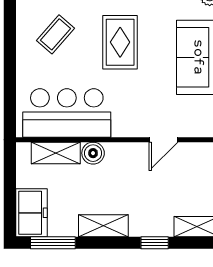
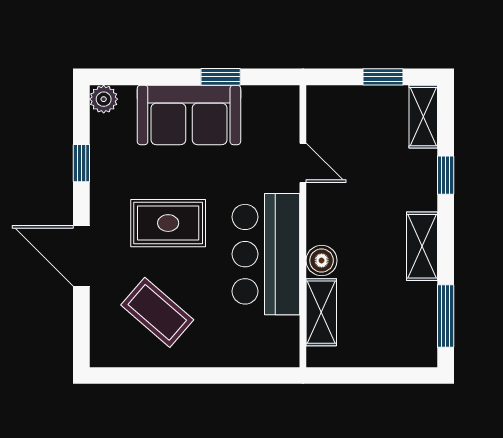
coffee table: (56, 34) -> (157, 312), width x1.36, depth x1.30
bar counter: (67, 113) -> (266, 254), moved
freezer: (31, 213) -> (404, 346), removed

